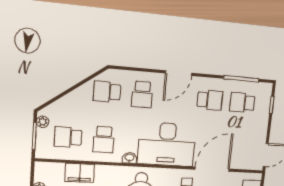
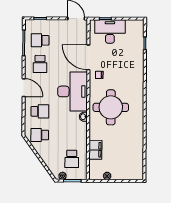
school desk: (107, 92) -> (40, 135), turned 90
school desk: (210, 100) -> (40, 64), turned 180
school desk: (242, 103) -> (40, 40), turned 90
school desk: (104, 139) -> (72, 135), removed

